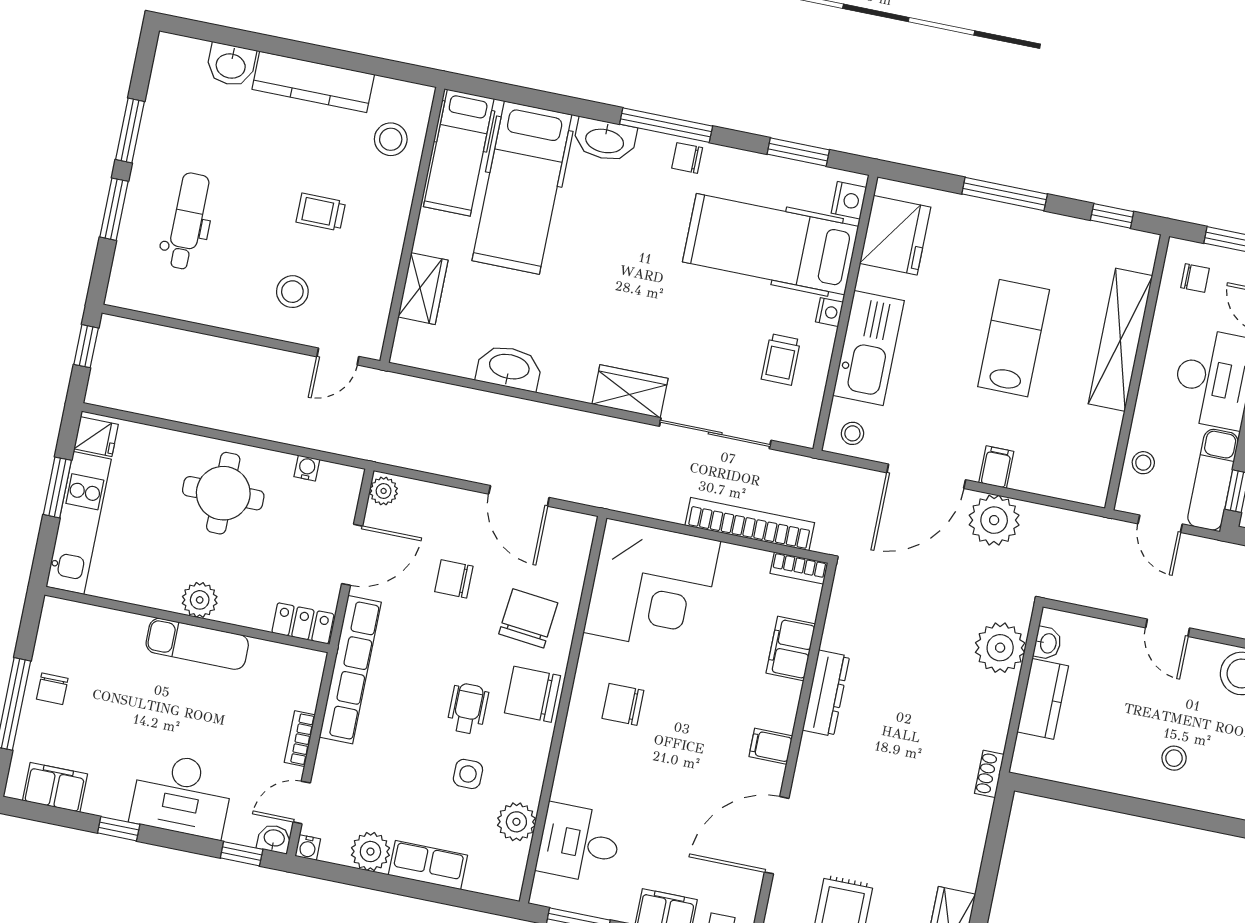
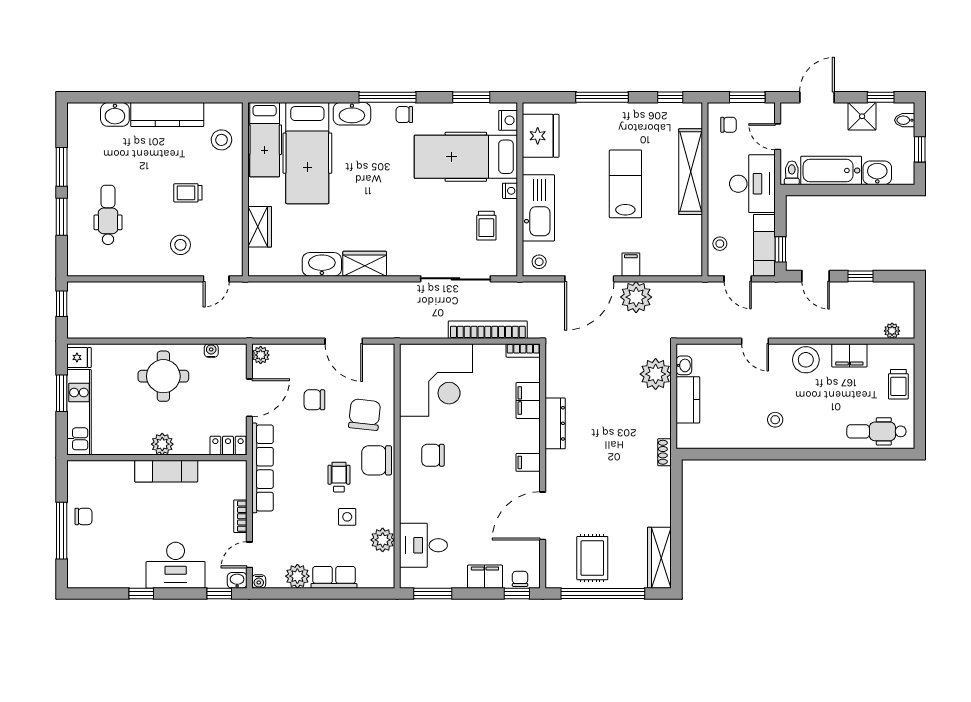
wardrobe: (630, 391) -> (365, 264), moved
chair: (52, 689) -> (83, 516), turned -90
filing cabinet: (55, 787) -> (97, 576), removed

